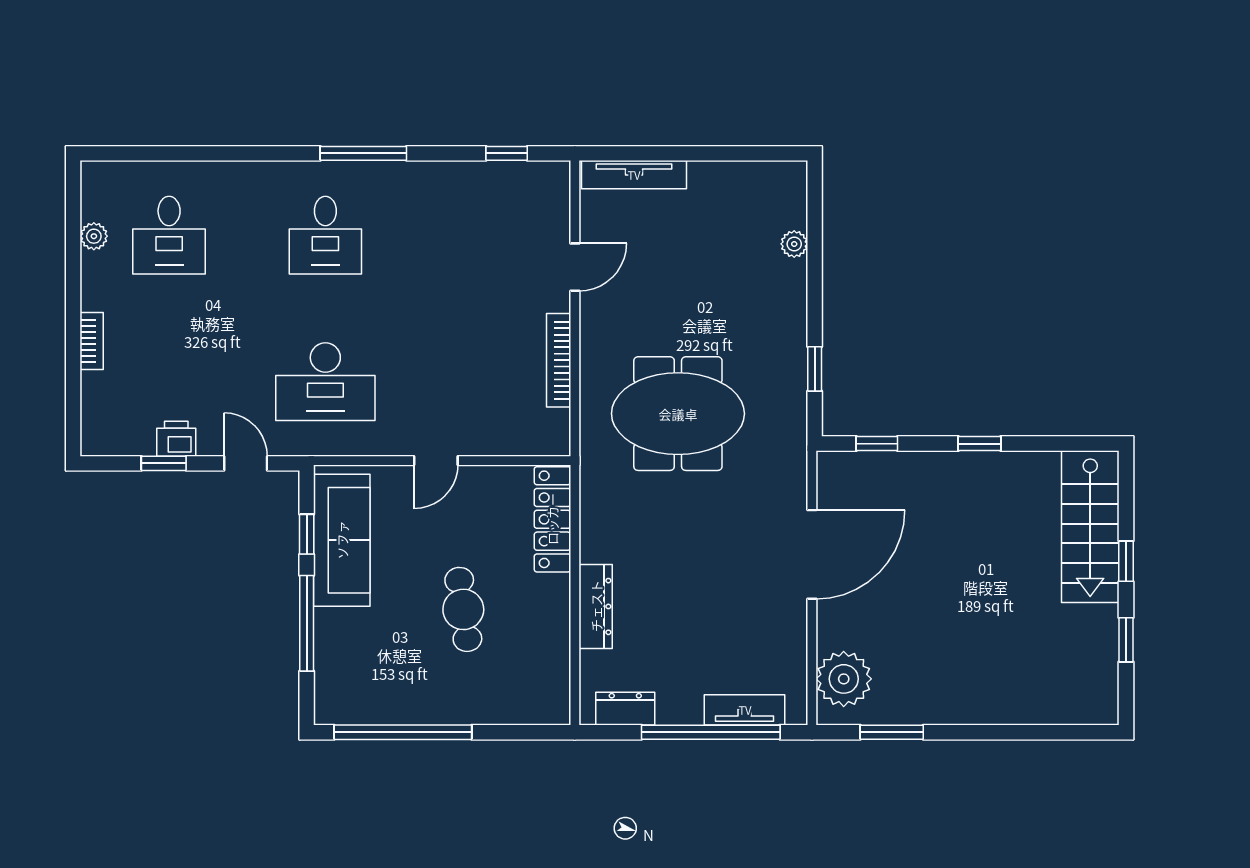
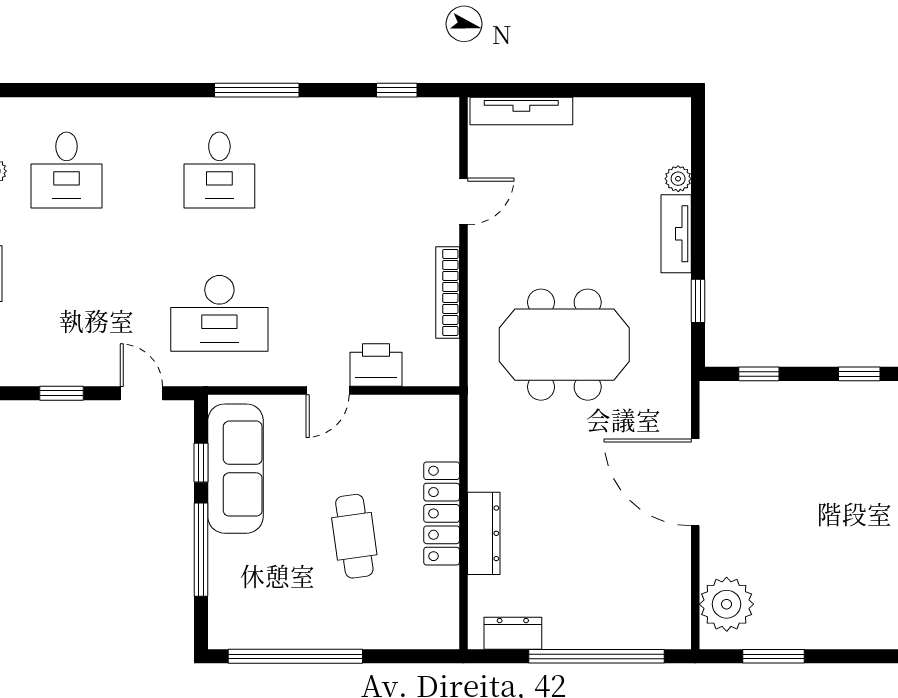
printer: (176, 439) -> (376, 365), moved, width x1.36, depth x1.24
locker: (552, 519) -> (442, 513), moved
door: (812, 554) -> (695, 482), swing flipped
tv unit: (745, 710) -> (676, 234), moved, turned -90

